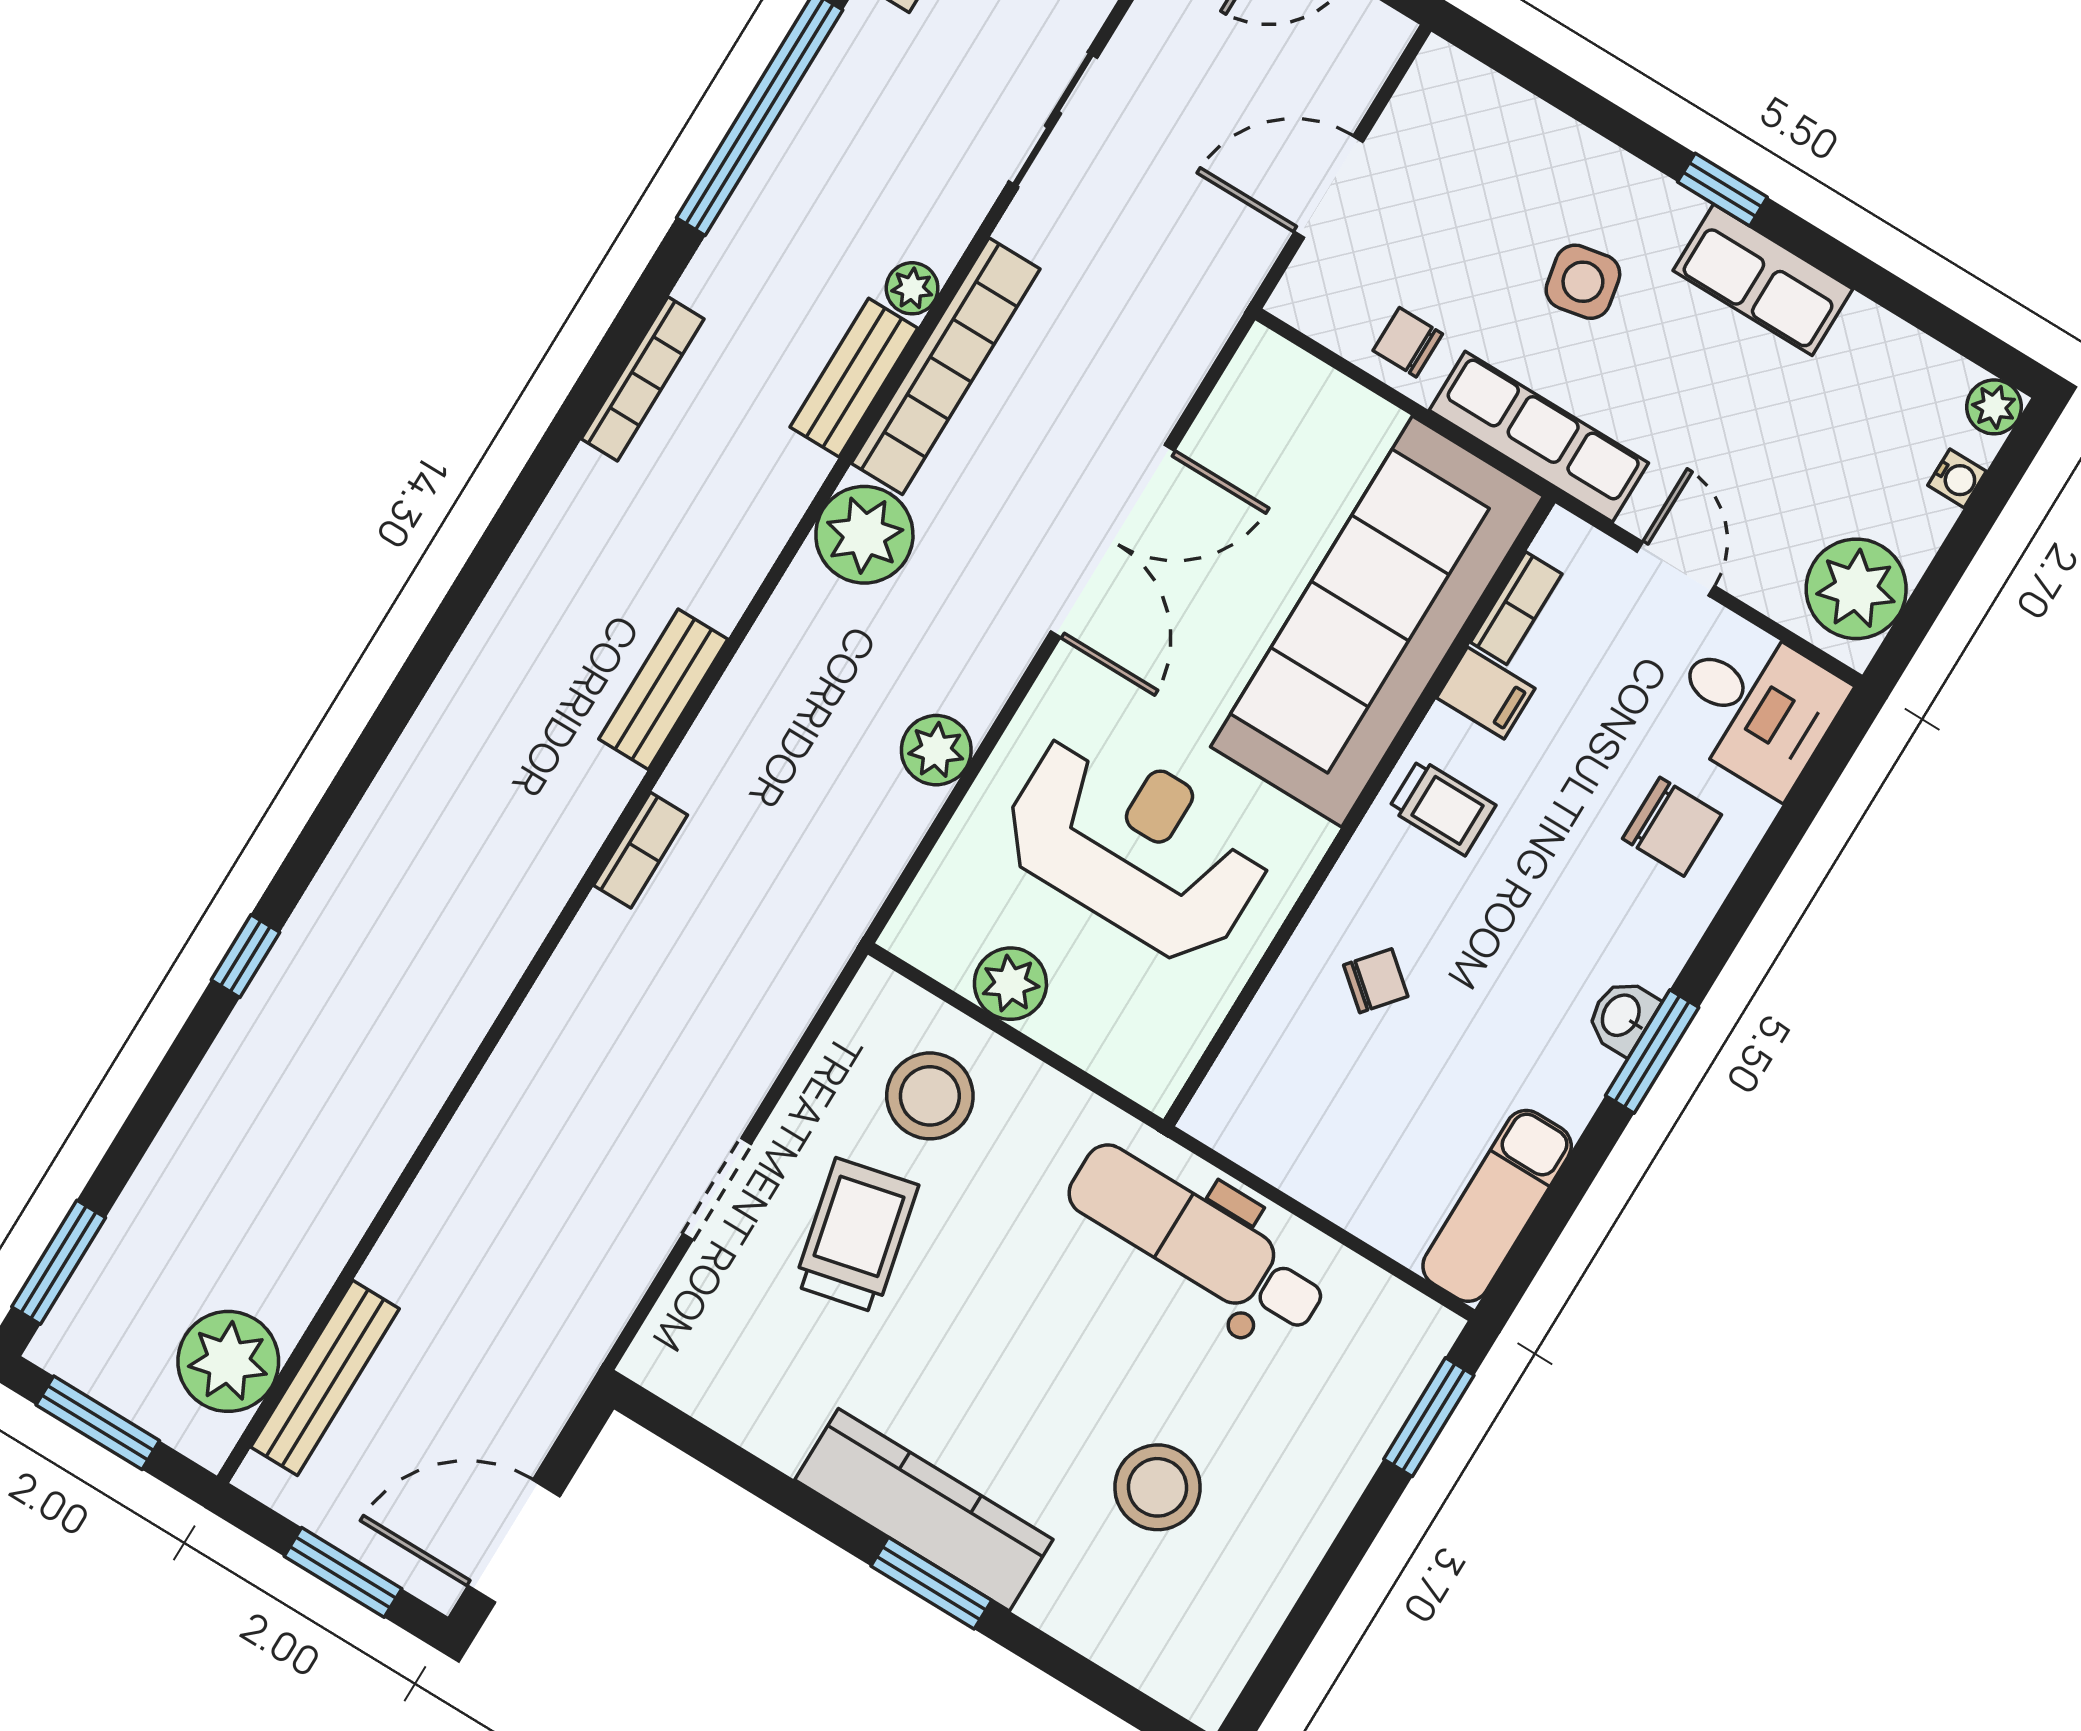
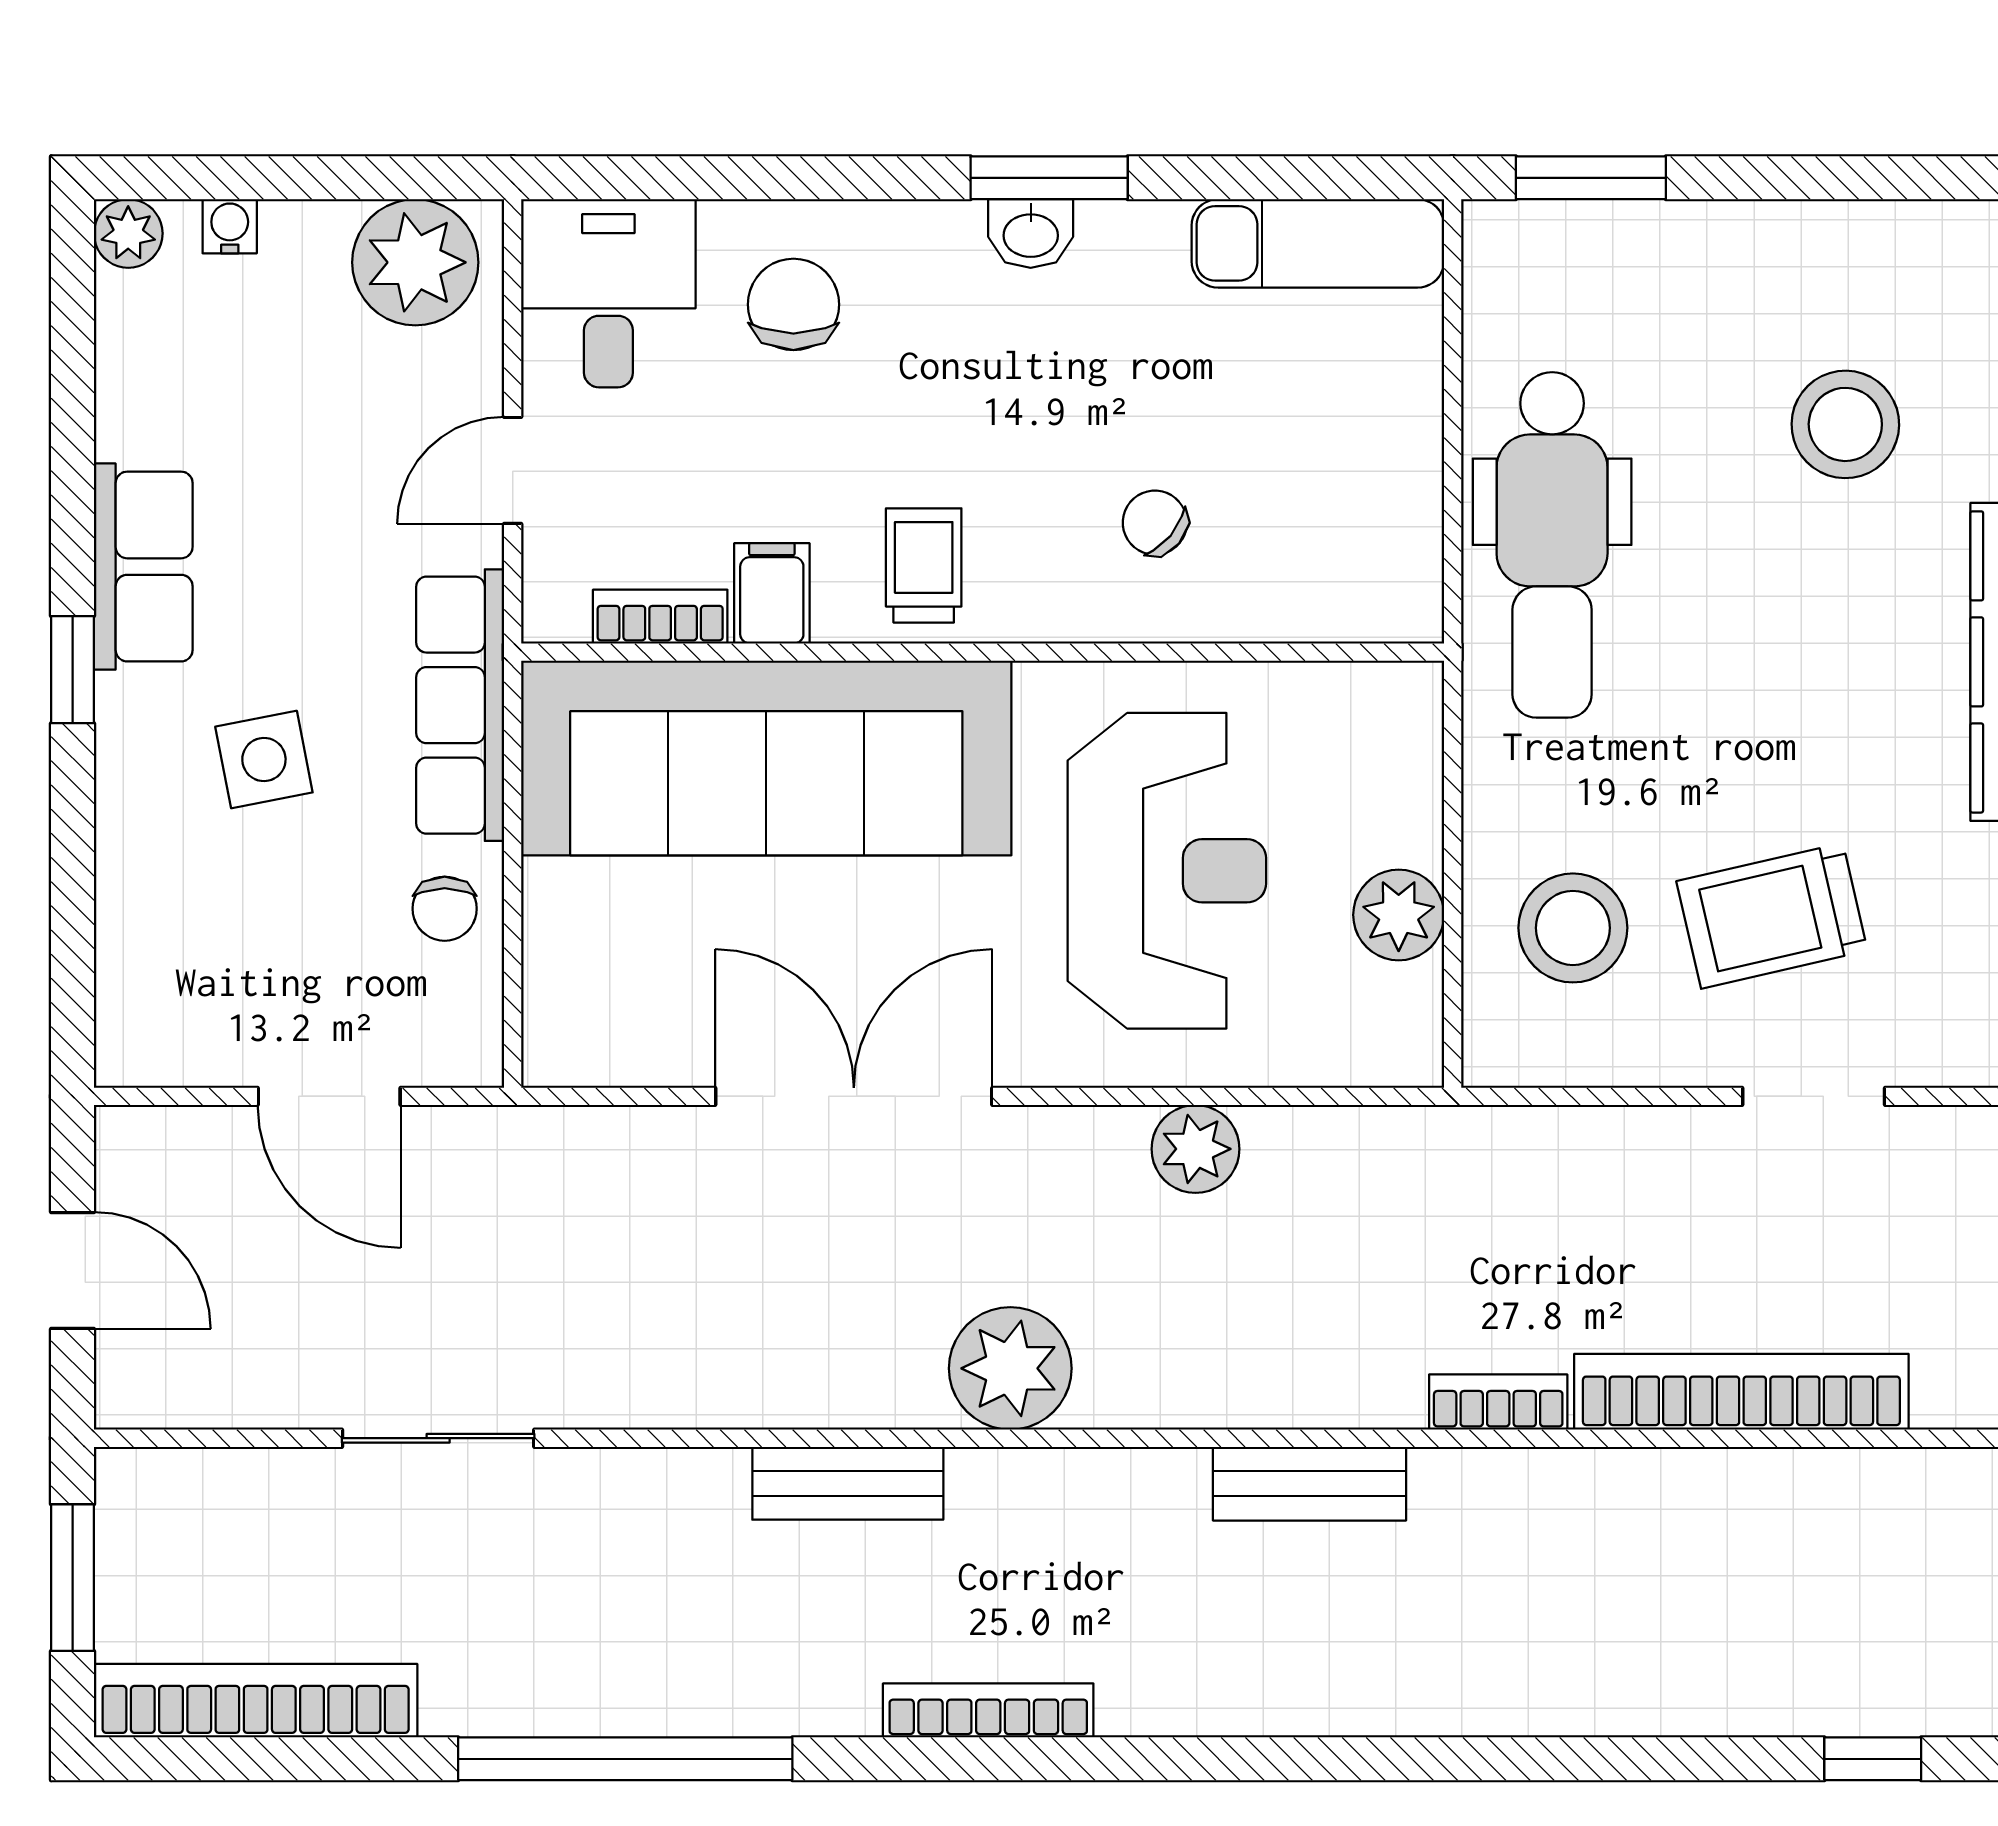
plant: (912, 288) -> (713, 1479), removed
bookcase: (946, 366) -> (1741, 1392), moved
reception desk: (1136, 845) -> (1167, 871), turned 180

